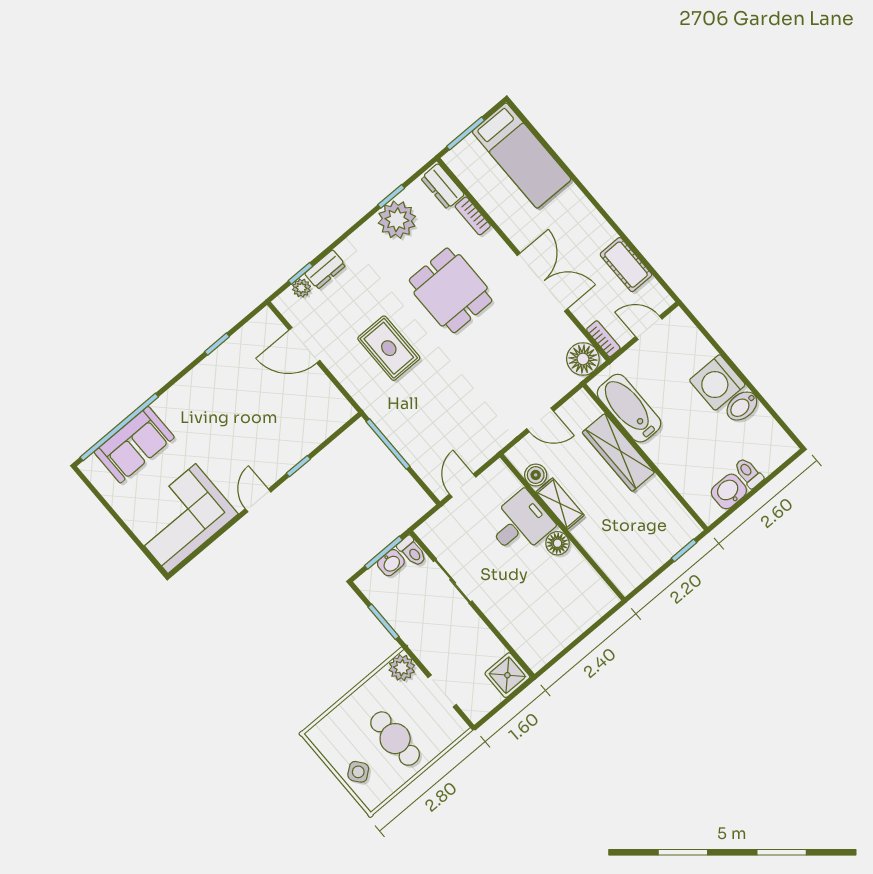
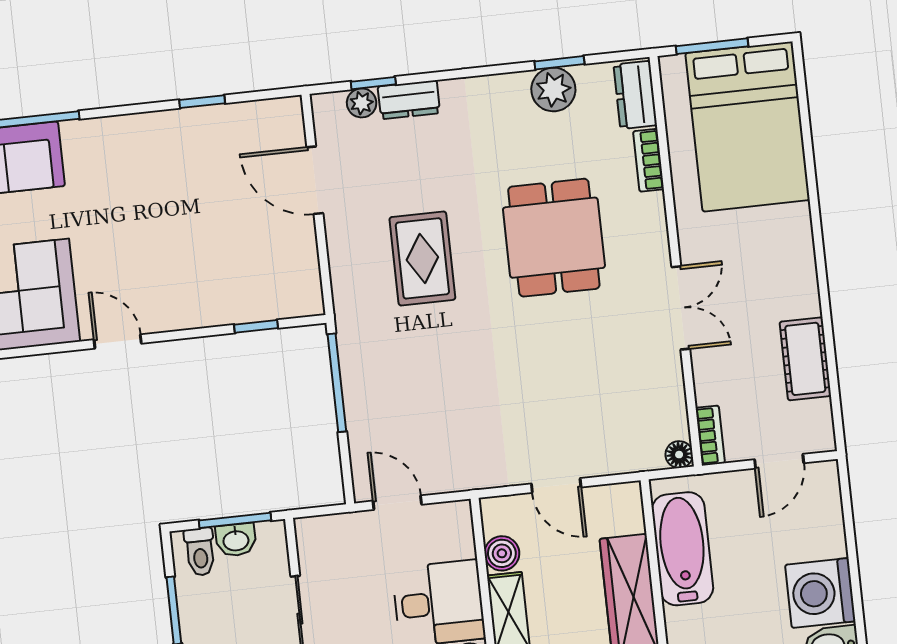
bed: (522, 156) -> (748, 127), width x1.50
plant: (397, 220) -> (553, 89), width x0.73, depth x0.73
double door: (542, 282) -> (681, 308), width x0.73
door: (649, 328) -> (779, 461), swing flipped
floor lamp: (583, 359) -> (679, 455), width x0.53, depth x0.53
window: (298, 466) -> (256, 326), moved
door: (463, 486) -> (397, 503), hinge flipped
door: (258, 500) -> (118, 341), hinge flipped
toilet: (412, 551) -> (200, 552), moved

